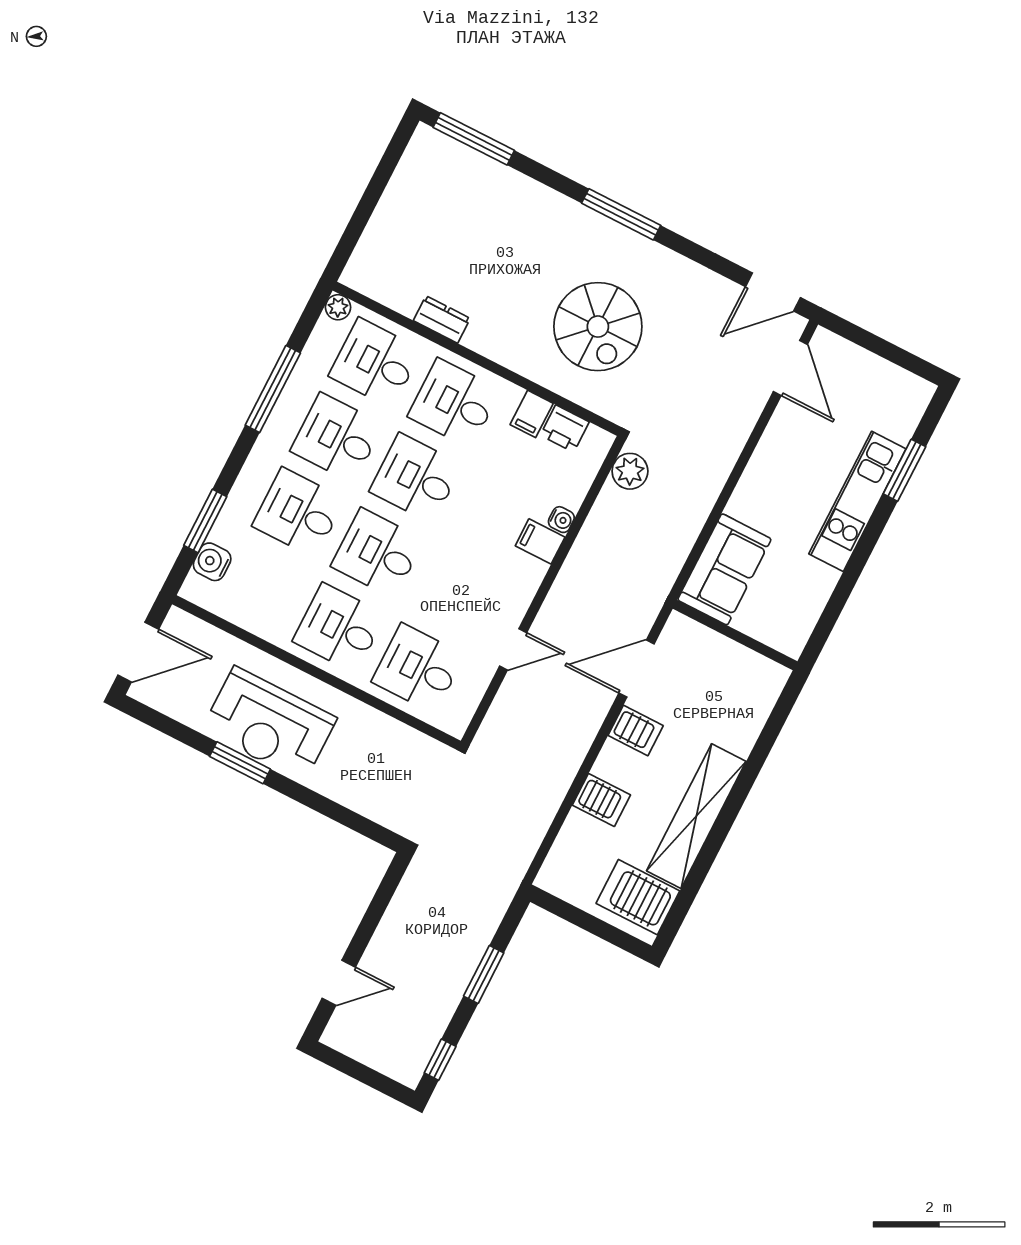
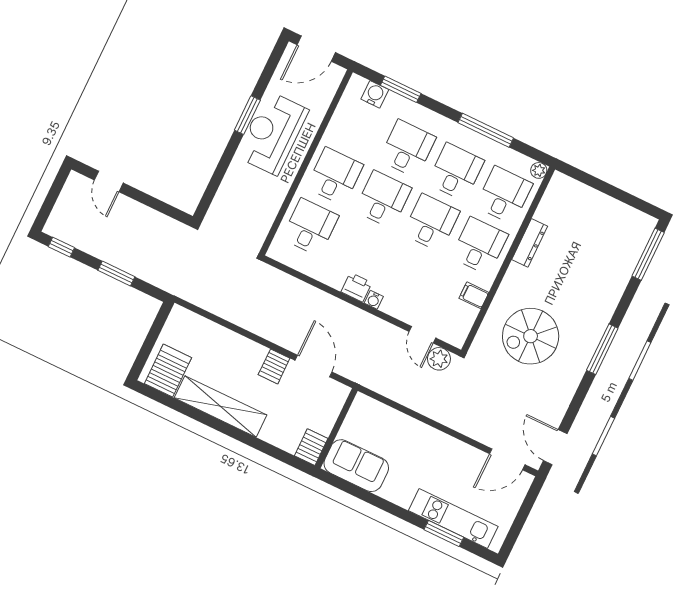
dresser: (442, 319) -> (530, 243), width x1.44
printer: (565, 429) -> (356, 287), moved, turned 90
kitchen unit: (857, 501) -> (453, 519), moved
water cooler: (561, 520) -> (374, 300), moved
filing cabinet: (540, 541) -> (393, 303), removed
sofa: (724, 569) -> (356, 466), moved, turned 180
door: (513, 649) -> (422, 335), moved
door: (138, 652) -> (316, 49), hinge flipped
server rack: (601, 800) -> (311, 447), moved, turned 180

